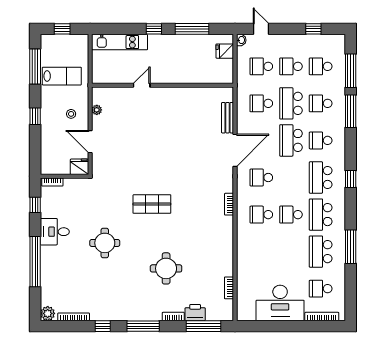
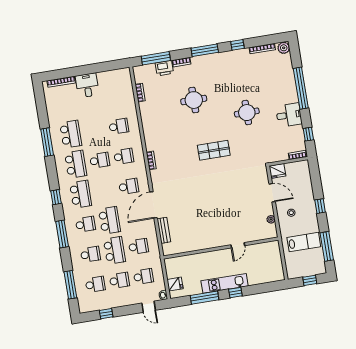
kitchen unit: (120, 42) -> (225, 283), moved
lab bench: (62, 76) -> (304, 242), turned 180
window: (351, 111) -> (62, 234), moved
school desk: (321, 289) -> (119, 126), moved
desk: (280, 303) -> (87, 85), width x0.53, depth x0.77

